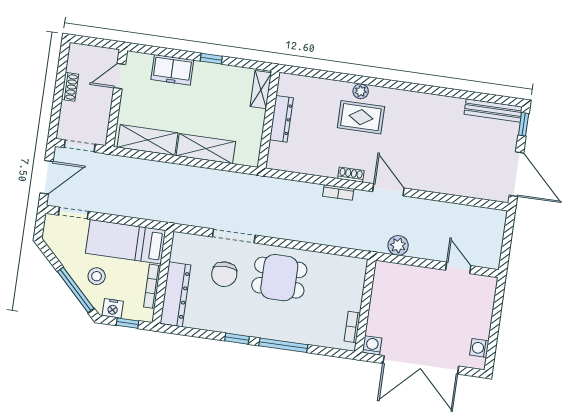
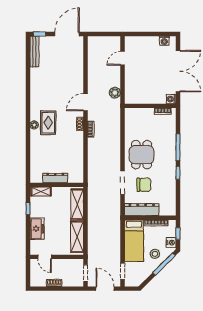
shelving: (261, 90) -> (41, 191), moved
dresser: (281, 119) -> (55, 178), moved
wall: (269, 120) -> (57, 185), moved
dresser: (176, 294) -> (142, 210), moved

